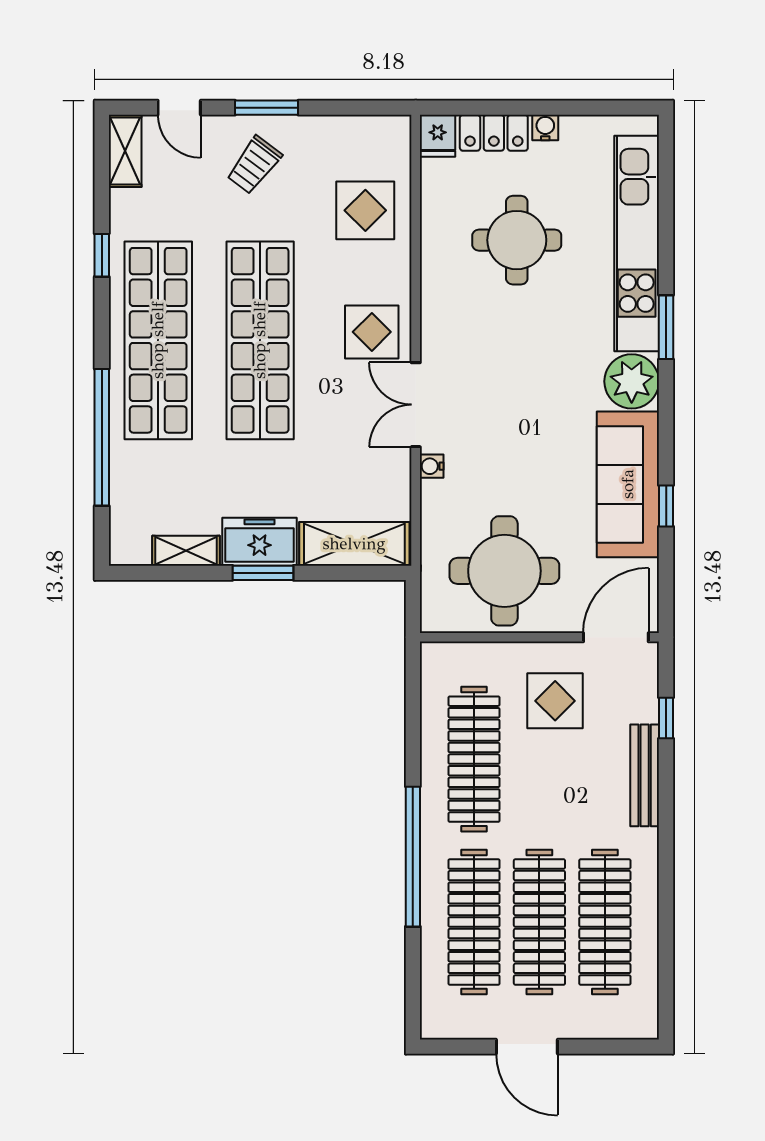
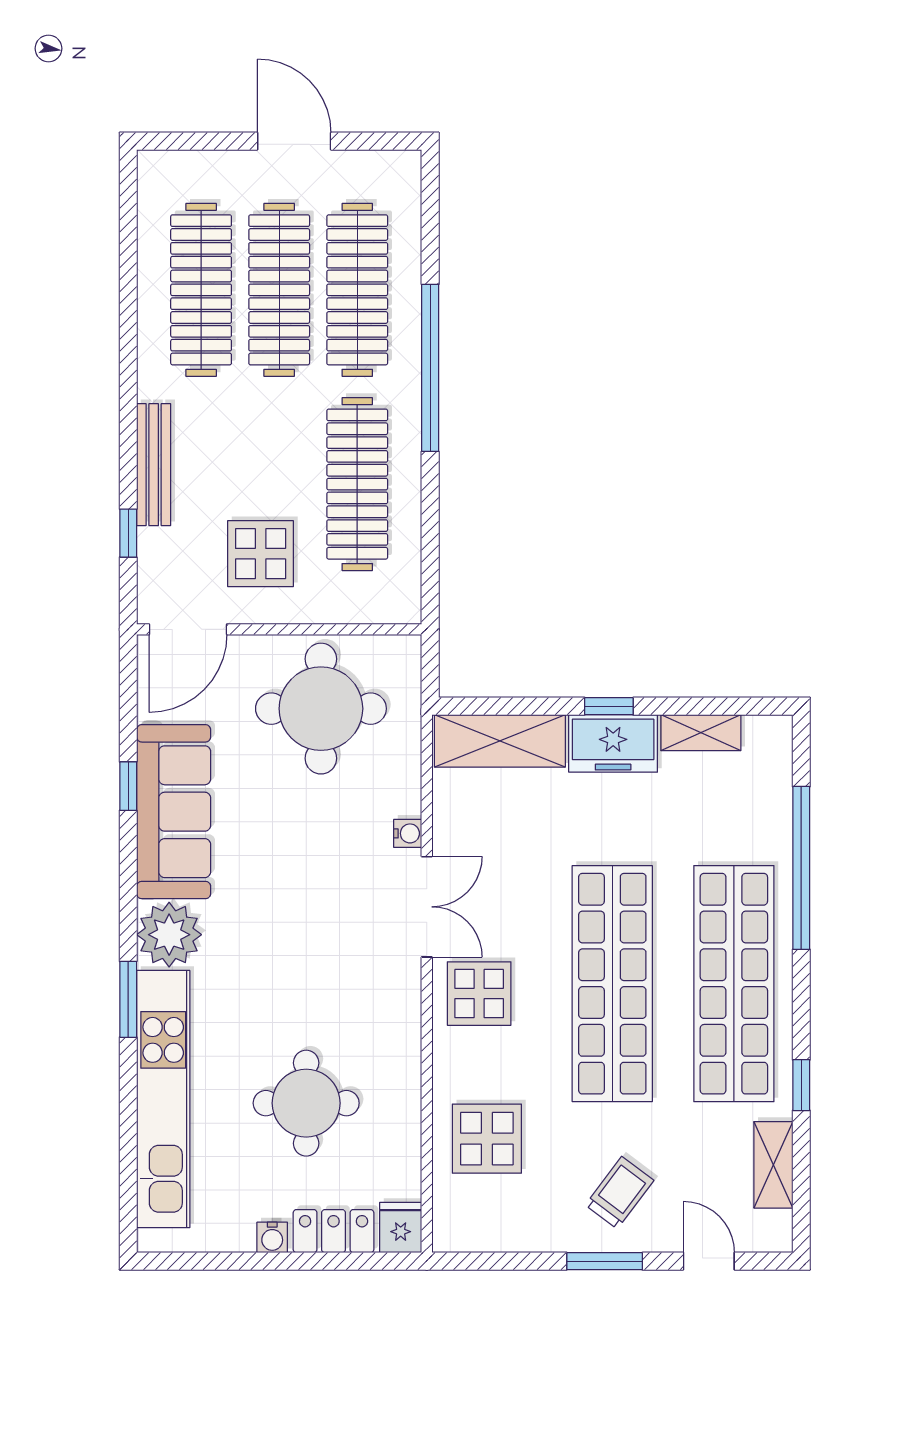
shelving: (125, 151) -> (773, 1165), moved
window: (263, 573) -> (609, 706), width x0.67

